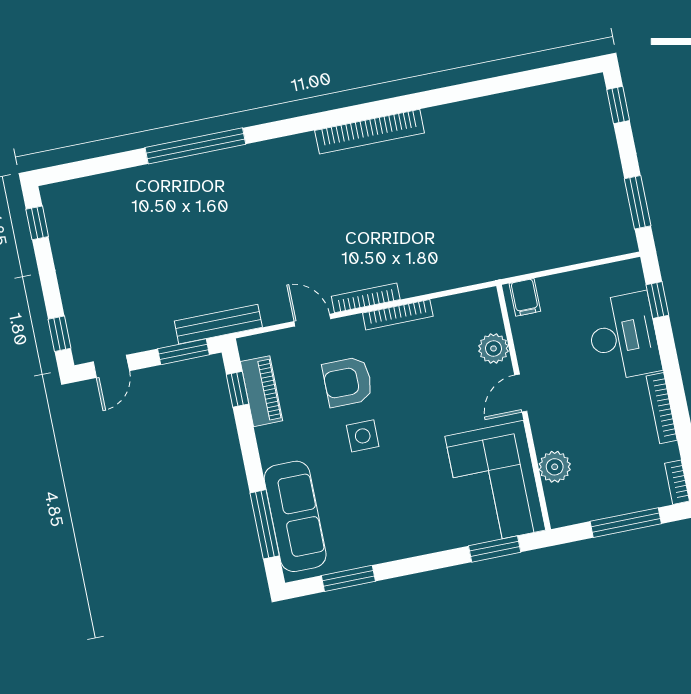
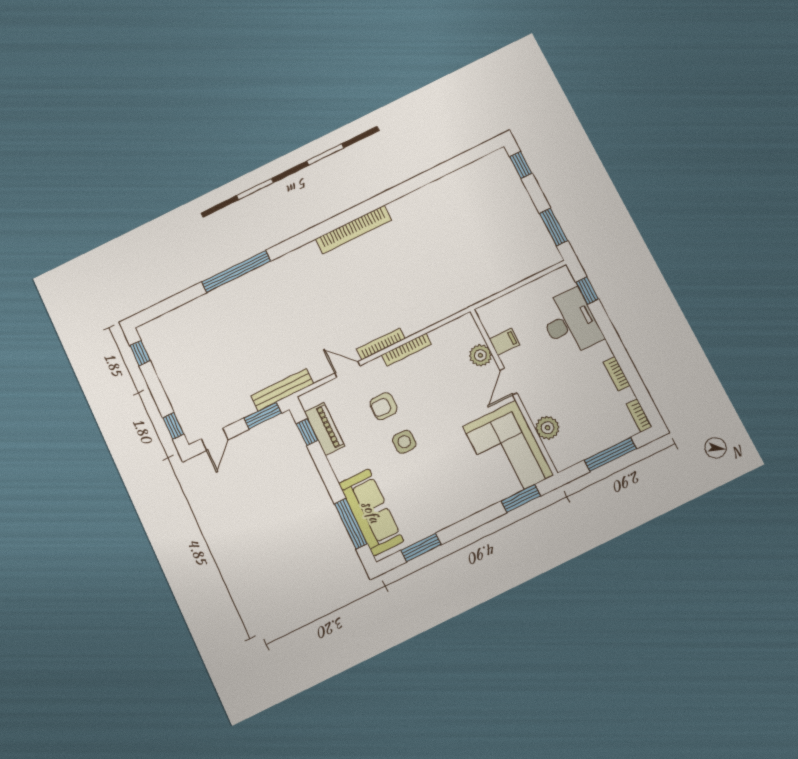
filing cabinet: (525, 297) -> (504, 342), moved, turned -90
armchair: (348, 382) -> (384, 406), width x0.72, depth x0.72
bookcase: (662, 408) -> (617, 374), width x0.64

